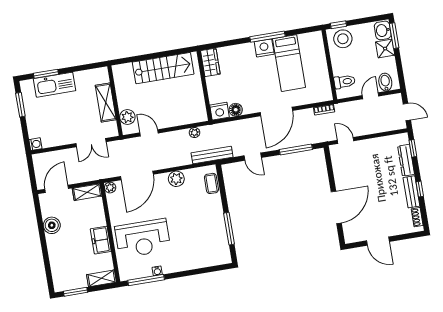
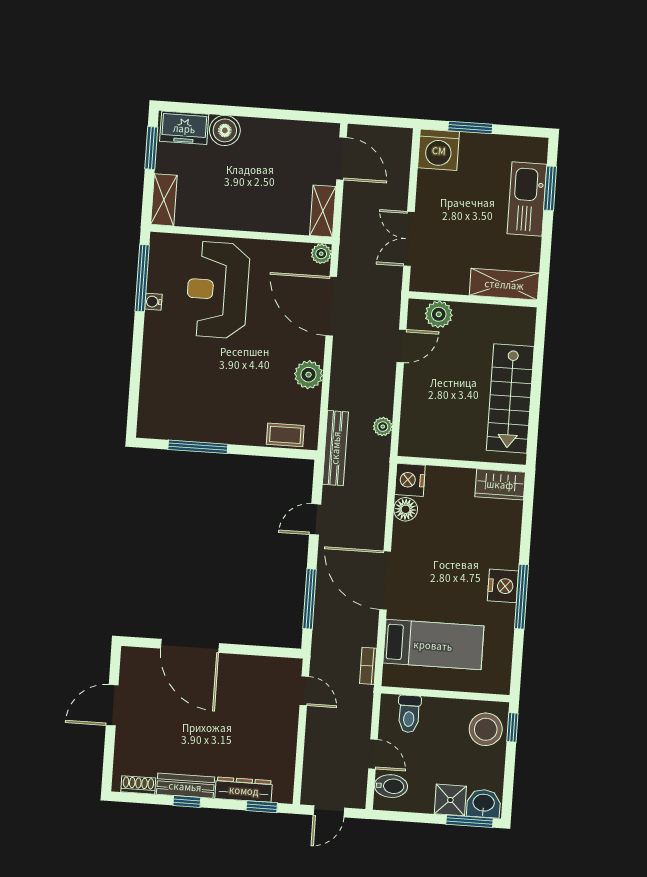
bed: (289, 63) -> (433, 645), moved, turned 180
shelving: (106, 103) -> (504, 284), moved
window: (20, 105) -> (470, 127), moved
door: (346, 141) -> (304, 691), hinge flipped
washing machine: (35, 144) -> (439, 150), width x1.89, depth x1.89
boiler: (52, 225) -> (225, 130), moved
freezer: (101, 240) -> (184, 128), moved, turned 180

